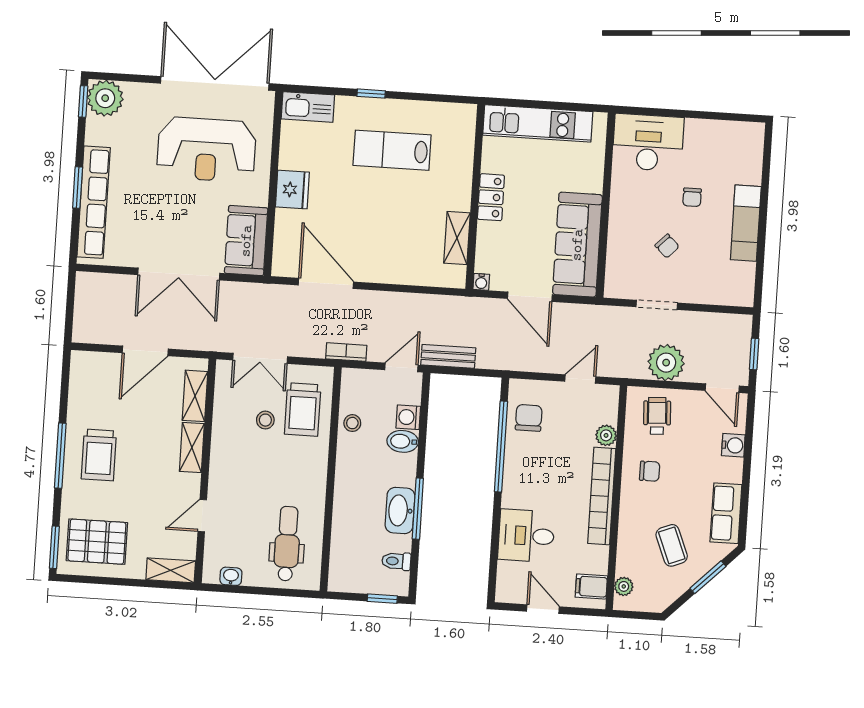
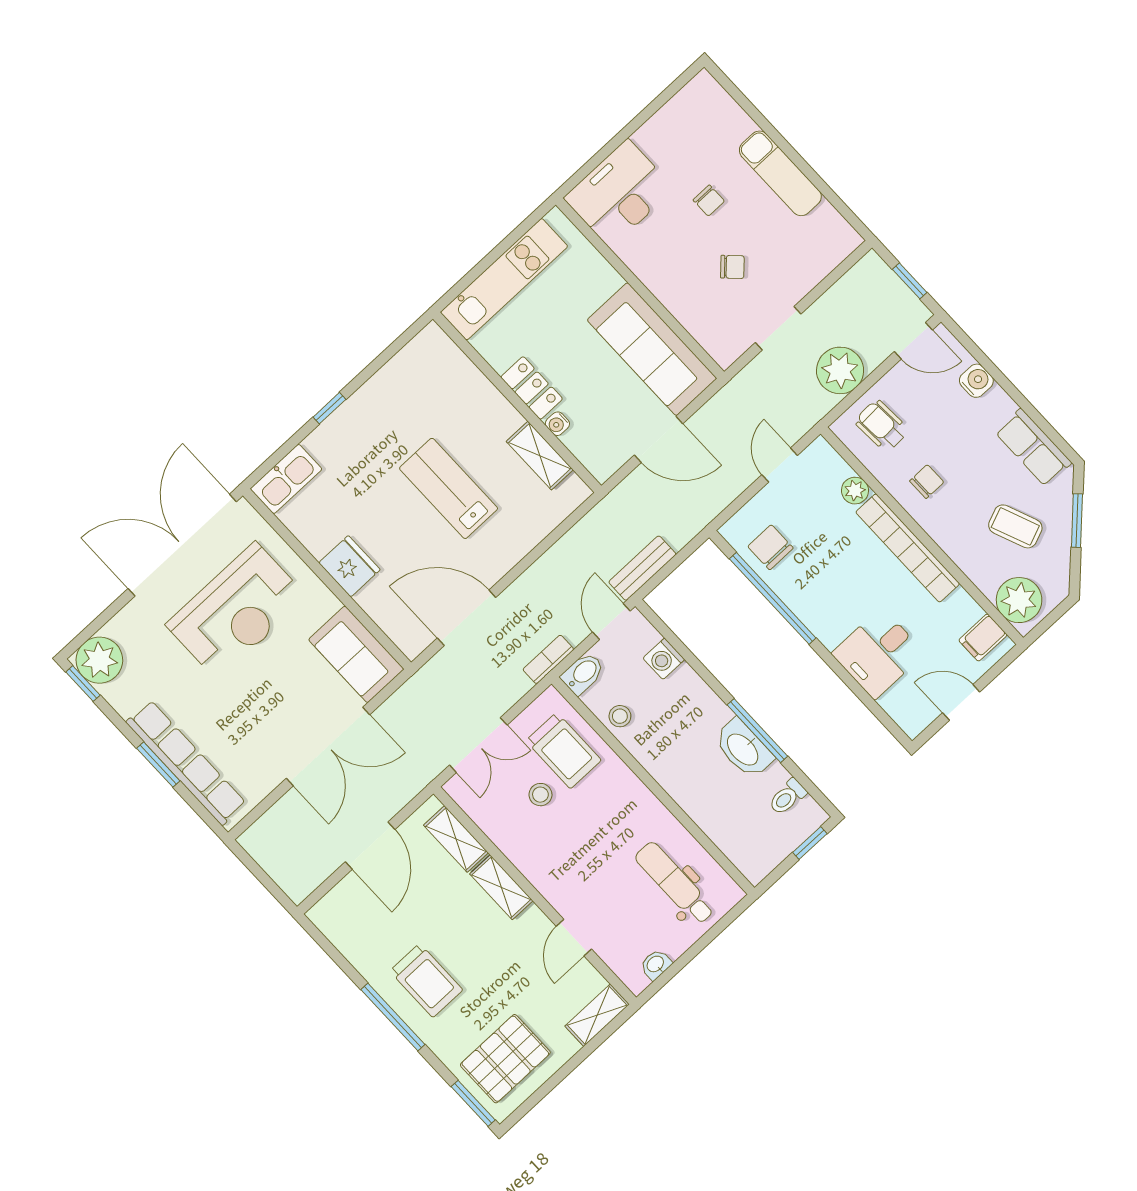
lab bench: (392, 150) -> (449, 488), moved, turned 90
water cooler: (481, 282) -> (557, 424), moved, turned 90
bidet: (403, 441) -> (583, 673), moved, turned 180
plant: (624, 586) -> (1019, 600), width x1.88, depth x1.88

